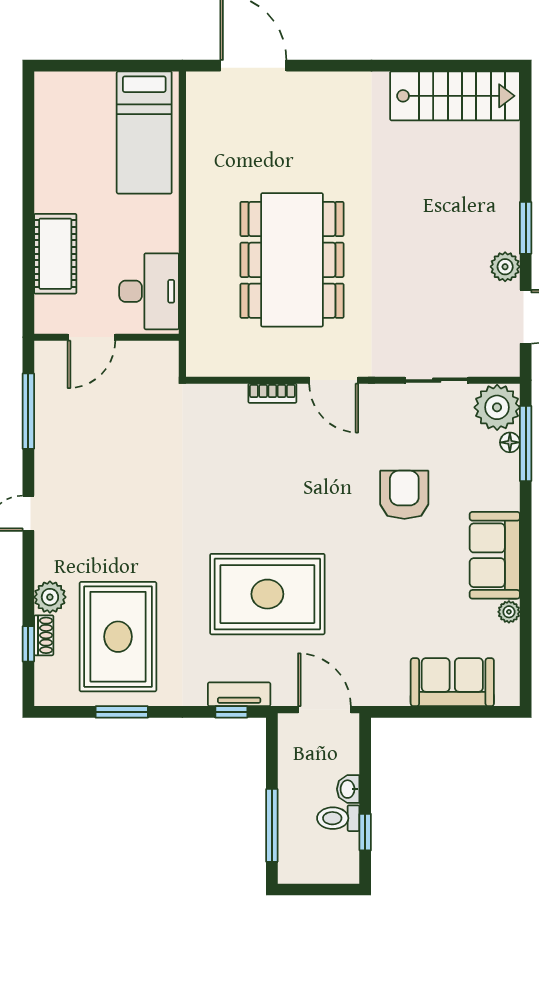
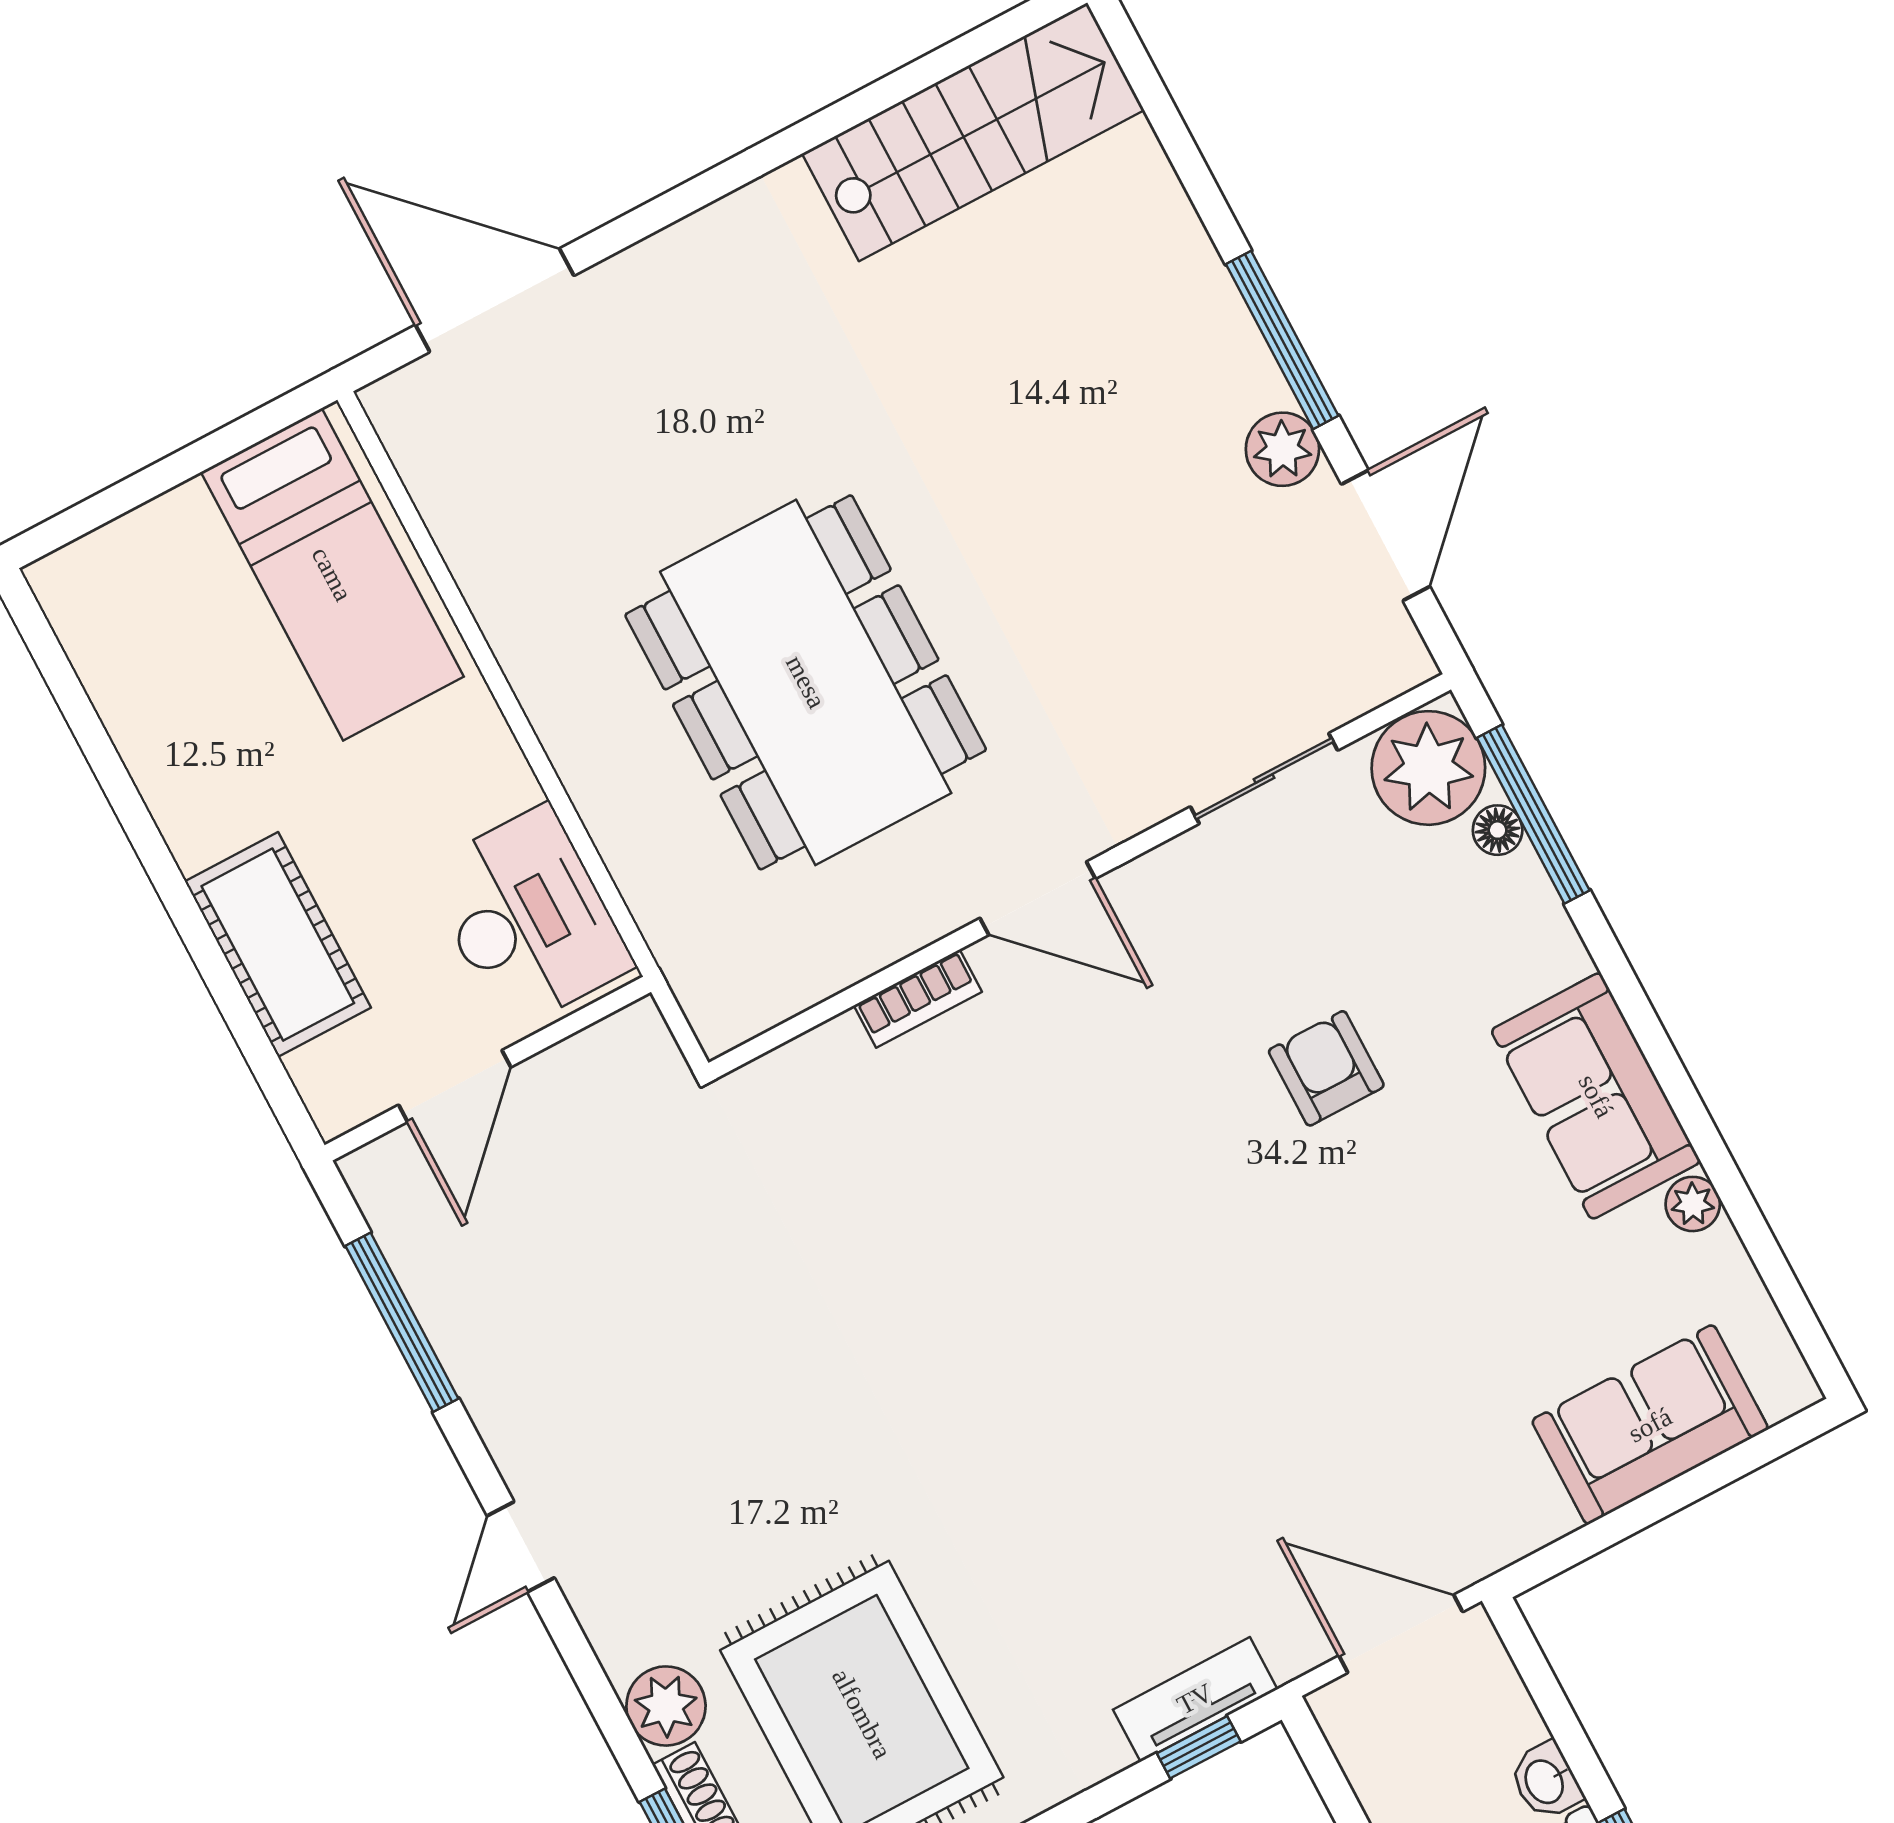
window: (526, 228) -> (1282, 340), width x1.44
armchair: (404, 495) -> (1326, 1068), width x0.72, depth x0.72
rug: (267, 594) -> (1141, 1446), removed

